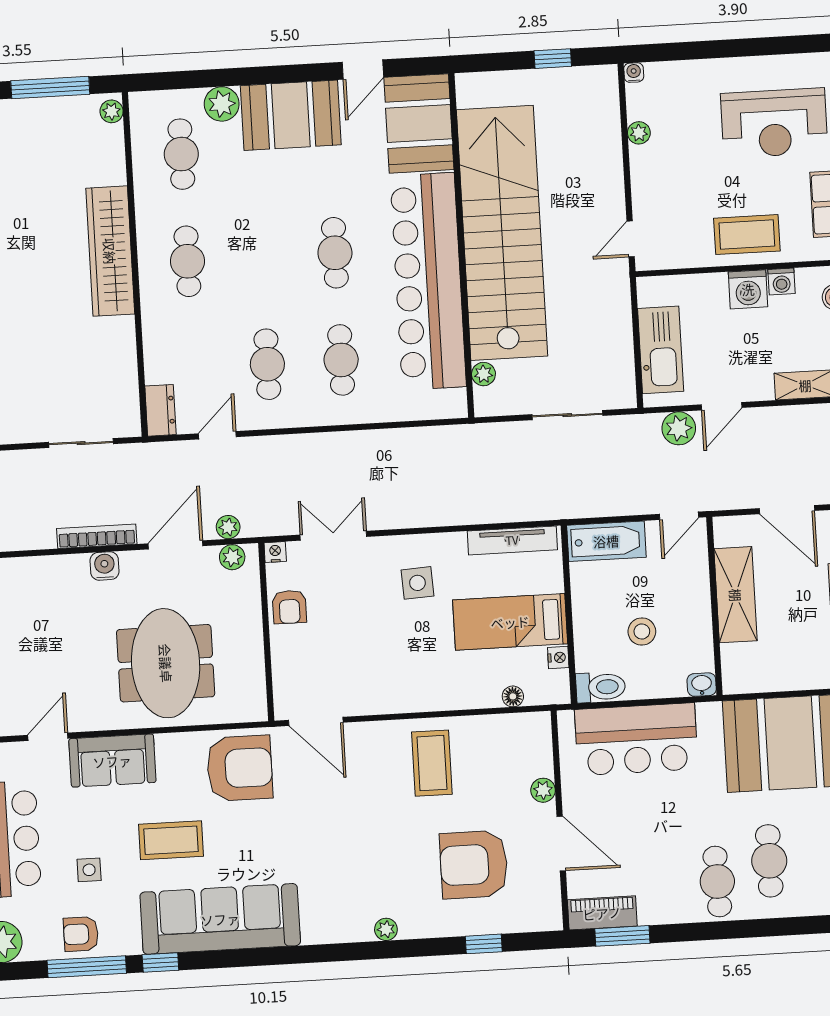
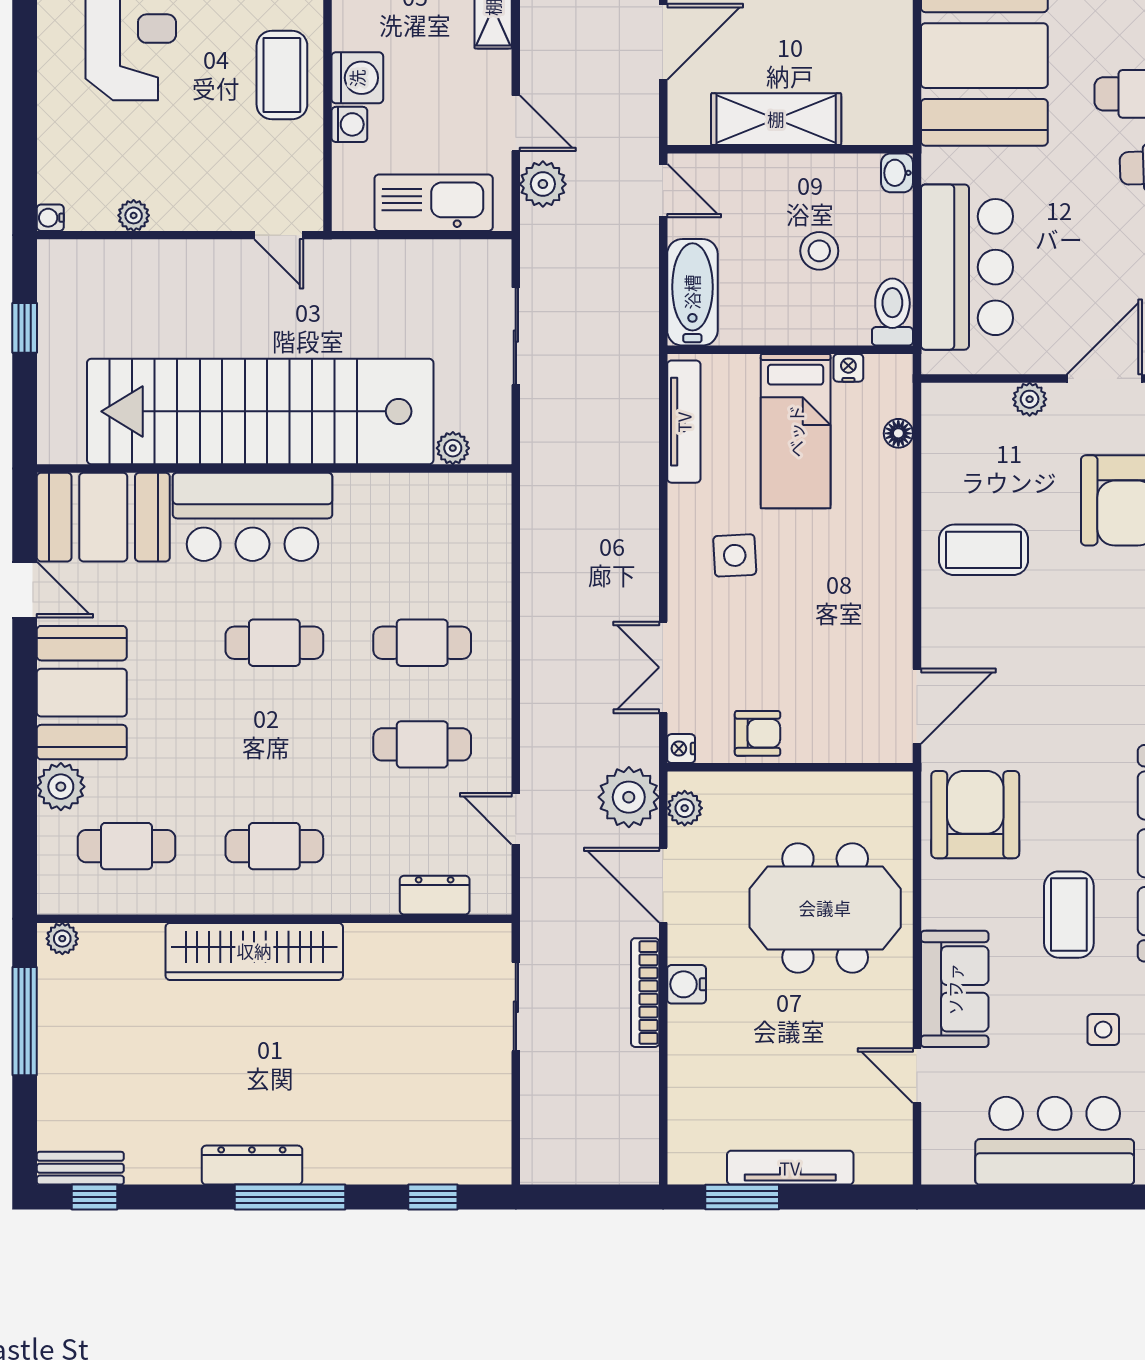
bar counter: (428, 281) -> (253, 517), width x0.54
washing machine: (782, 282) -> (349, 124), moved
dresser: (160, 410) -> (435, 895), moved
plant: (228, 527) -> (629, 797), width x1.88, depth x1.88

